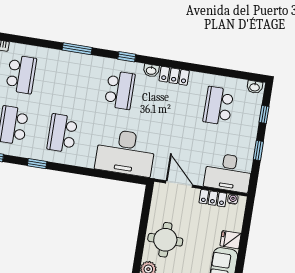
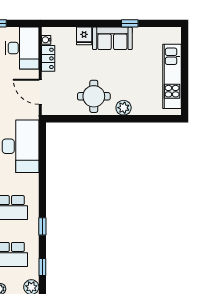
door: (179, 184) -> (40, 92), hinge flipped

